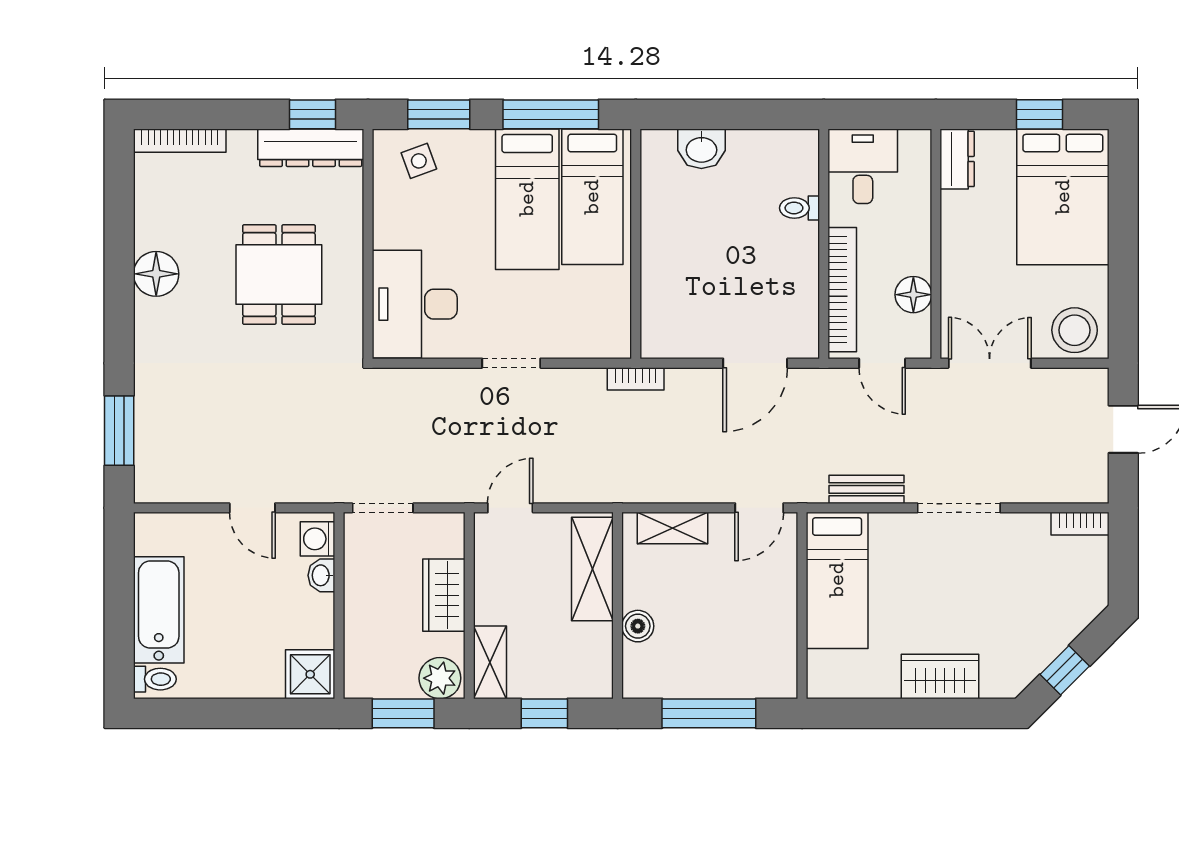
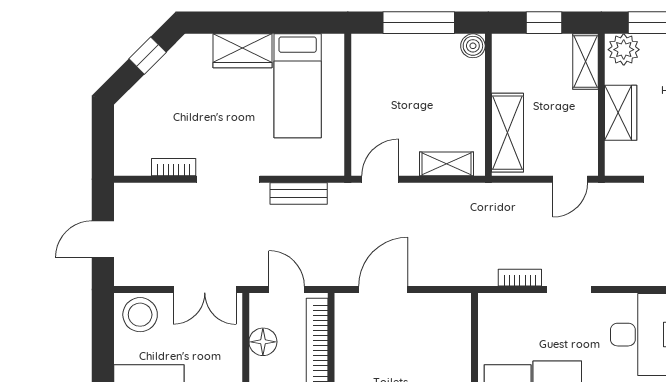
bookcase: (636, 379) -> (520, 278), moved
bookcase: (1080, 524) -> (174, 167), moved
bed: (837, 580) -> (298, 86), moved, turned 180
boiler: (638, 626) -> (473, 46), moved

